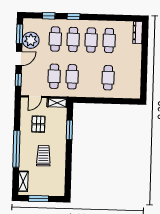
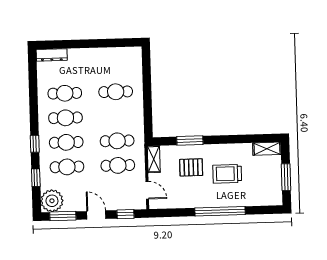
plant: (31, 40) -> (52, 201), moved
pallet: (38, 124) -> (191, 167), moved
shelving: (23, 181) -> (267, 149), moved

